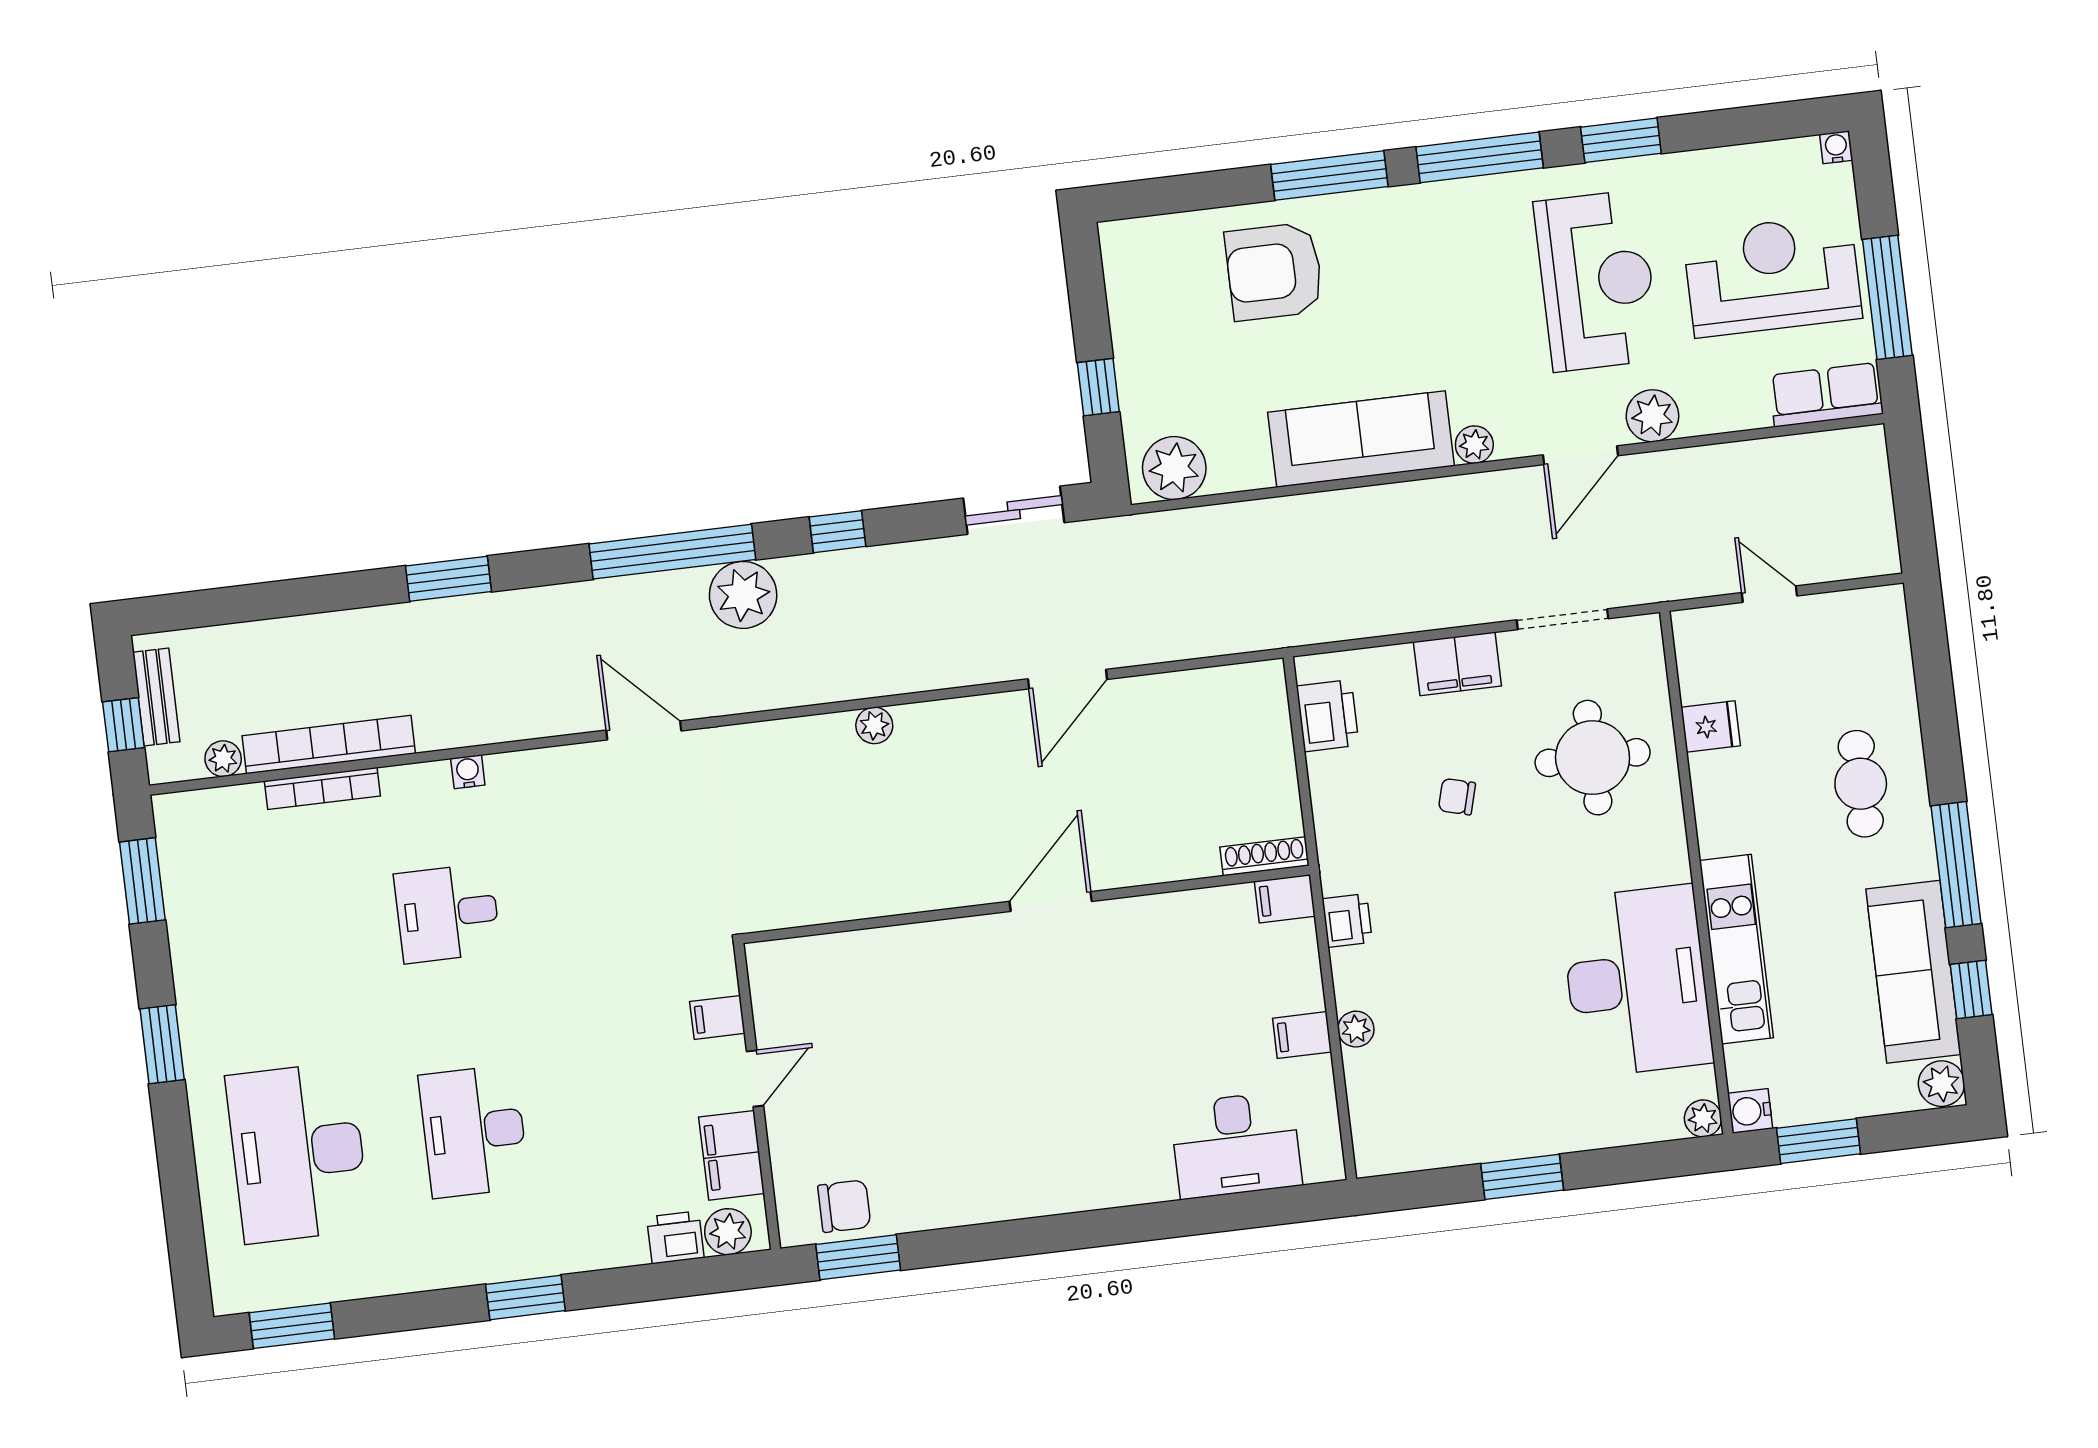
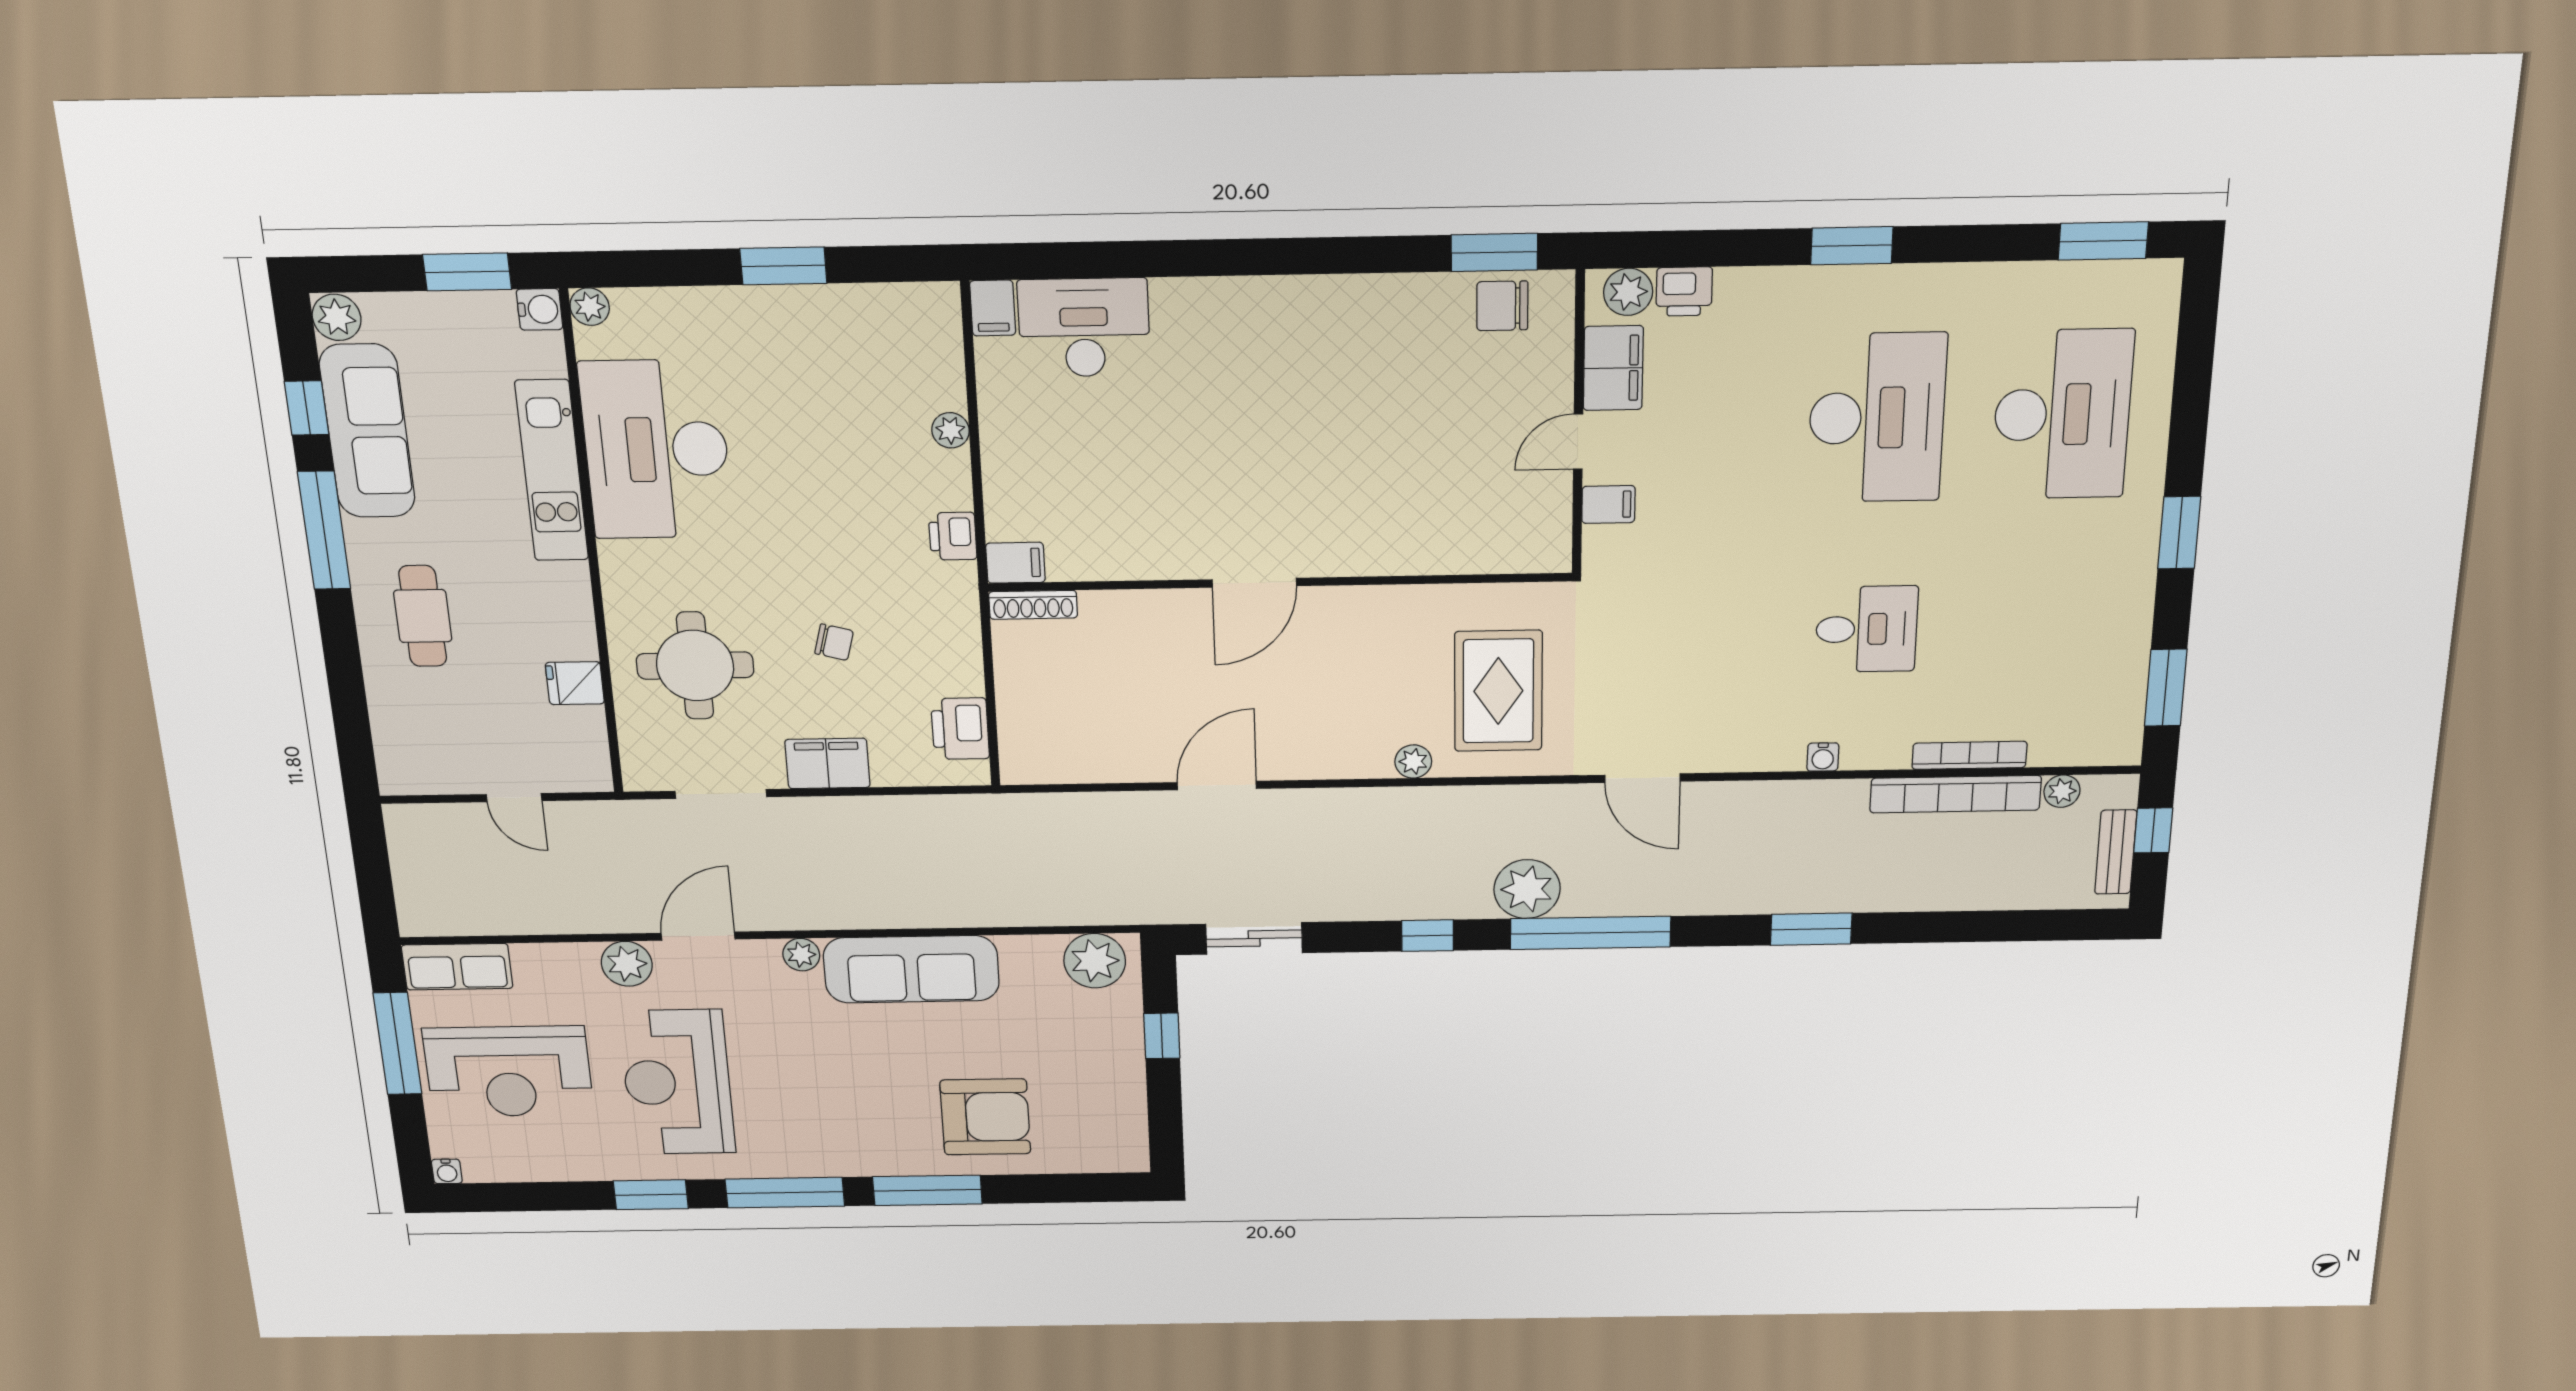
rug: (799, 811) -> (1498, 691), added
filing cabinet: (1302, 1035) -> (993, 308), moved, turned 90
desk: (474, 1131) -> (1877, 418), width x1.36, depth x1.30

